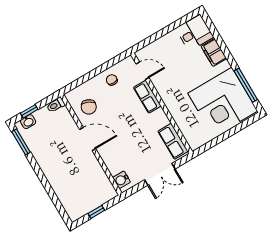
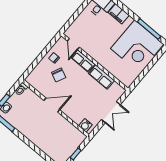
door: (142, 71) -> (73, 44), swing flipped
chair: (89, 107) -> (59, 75), moved
row of seats: (173, 141) -> (101, 77), moved

